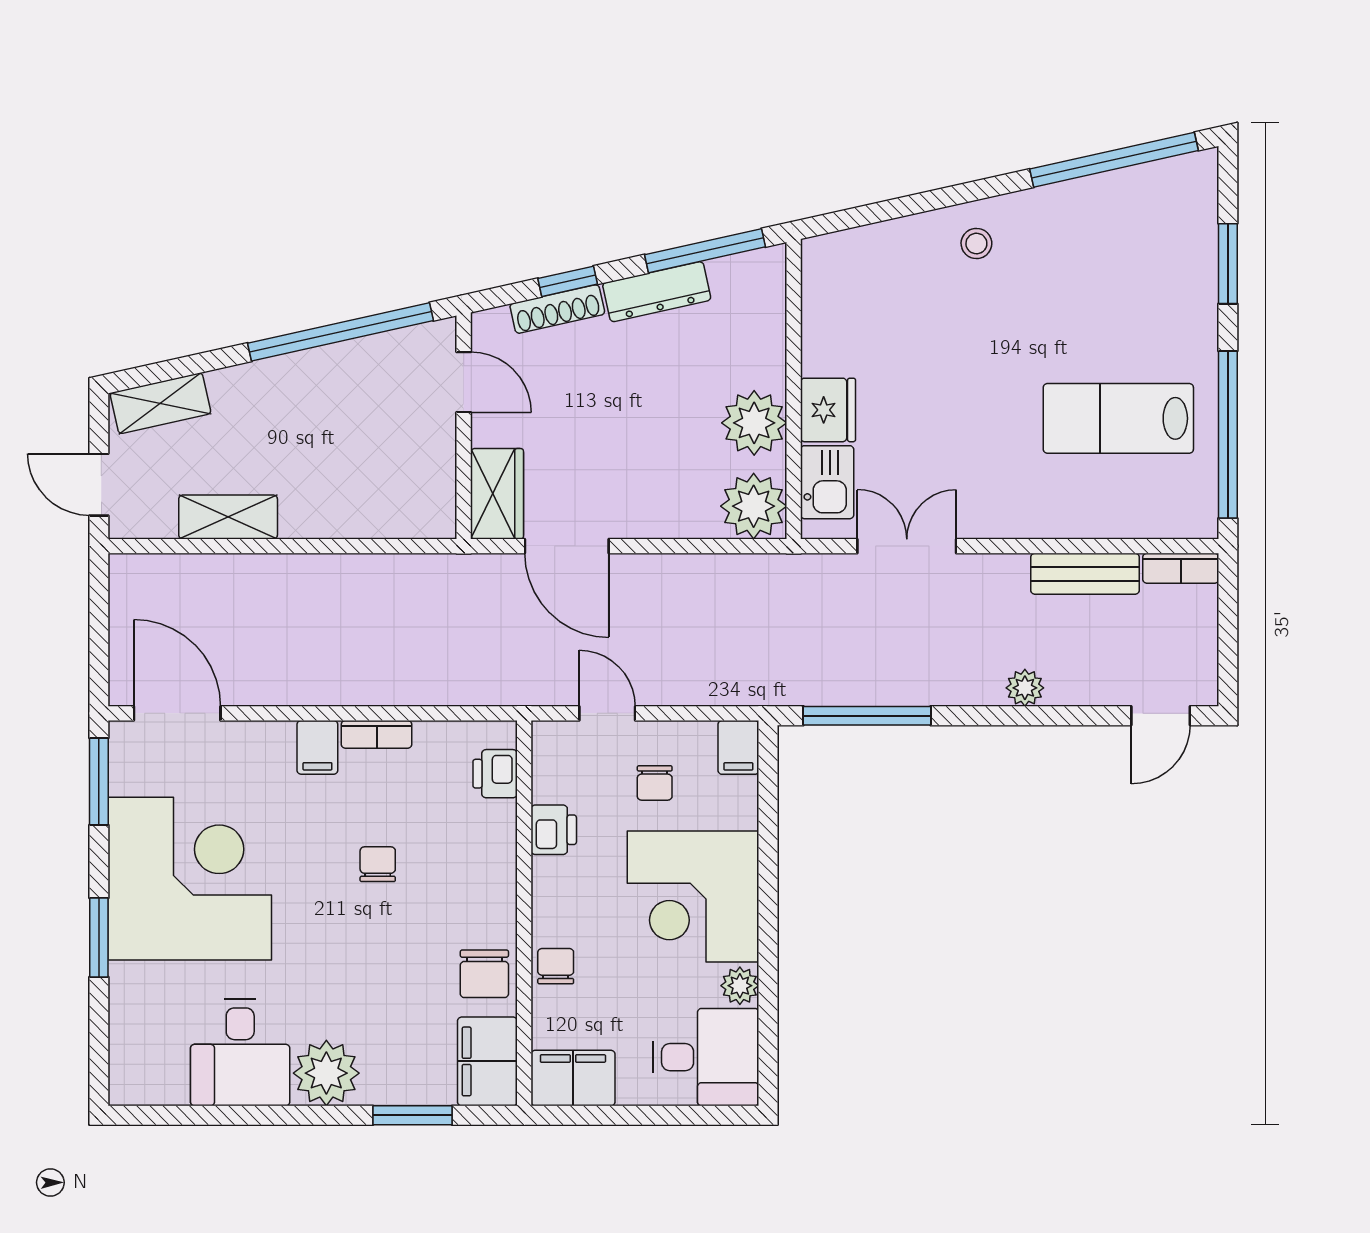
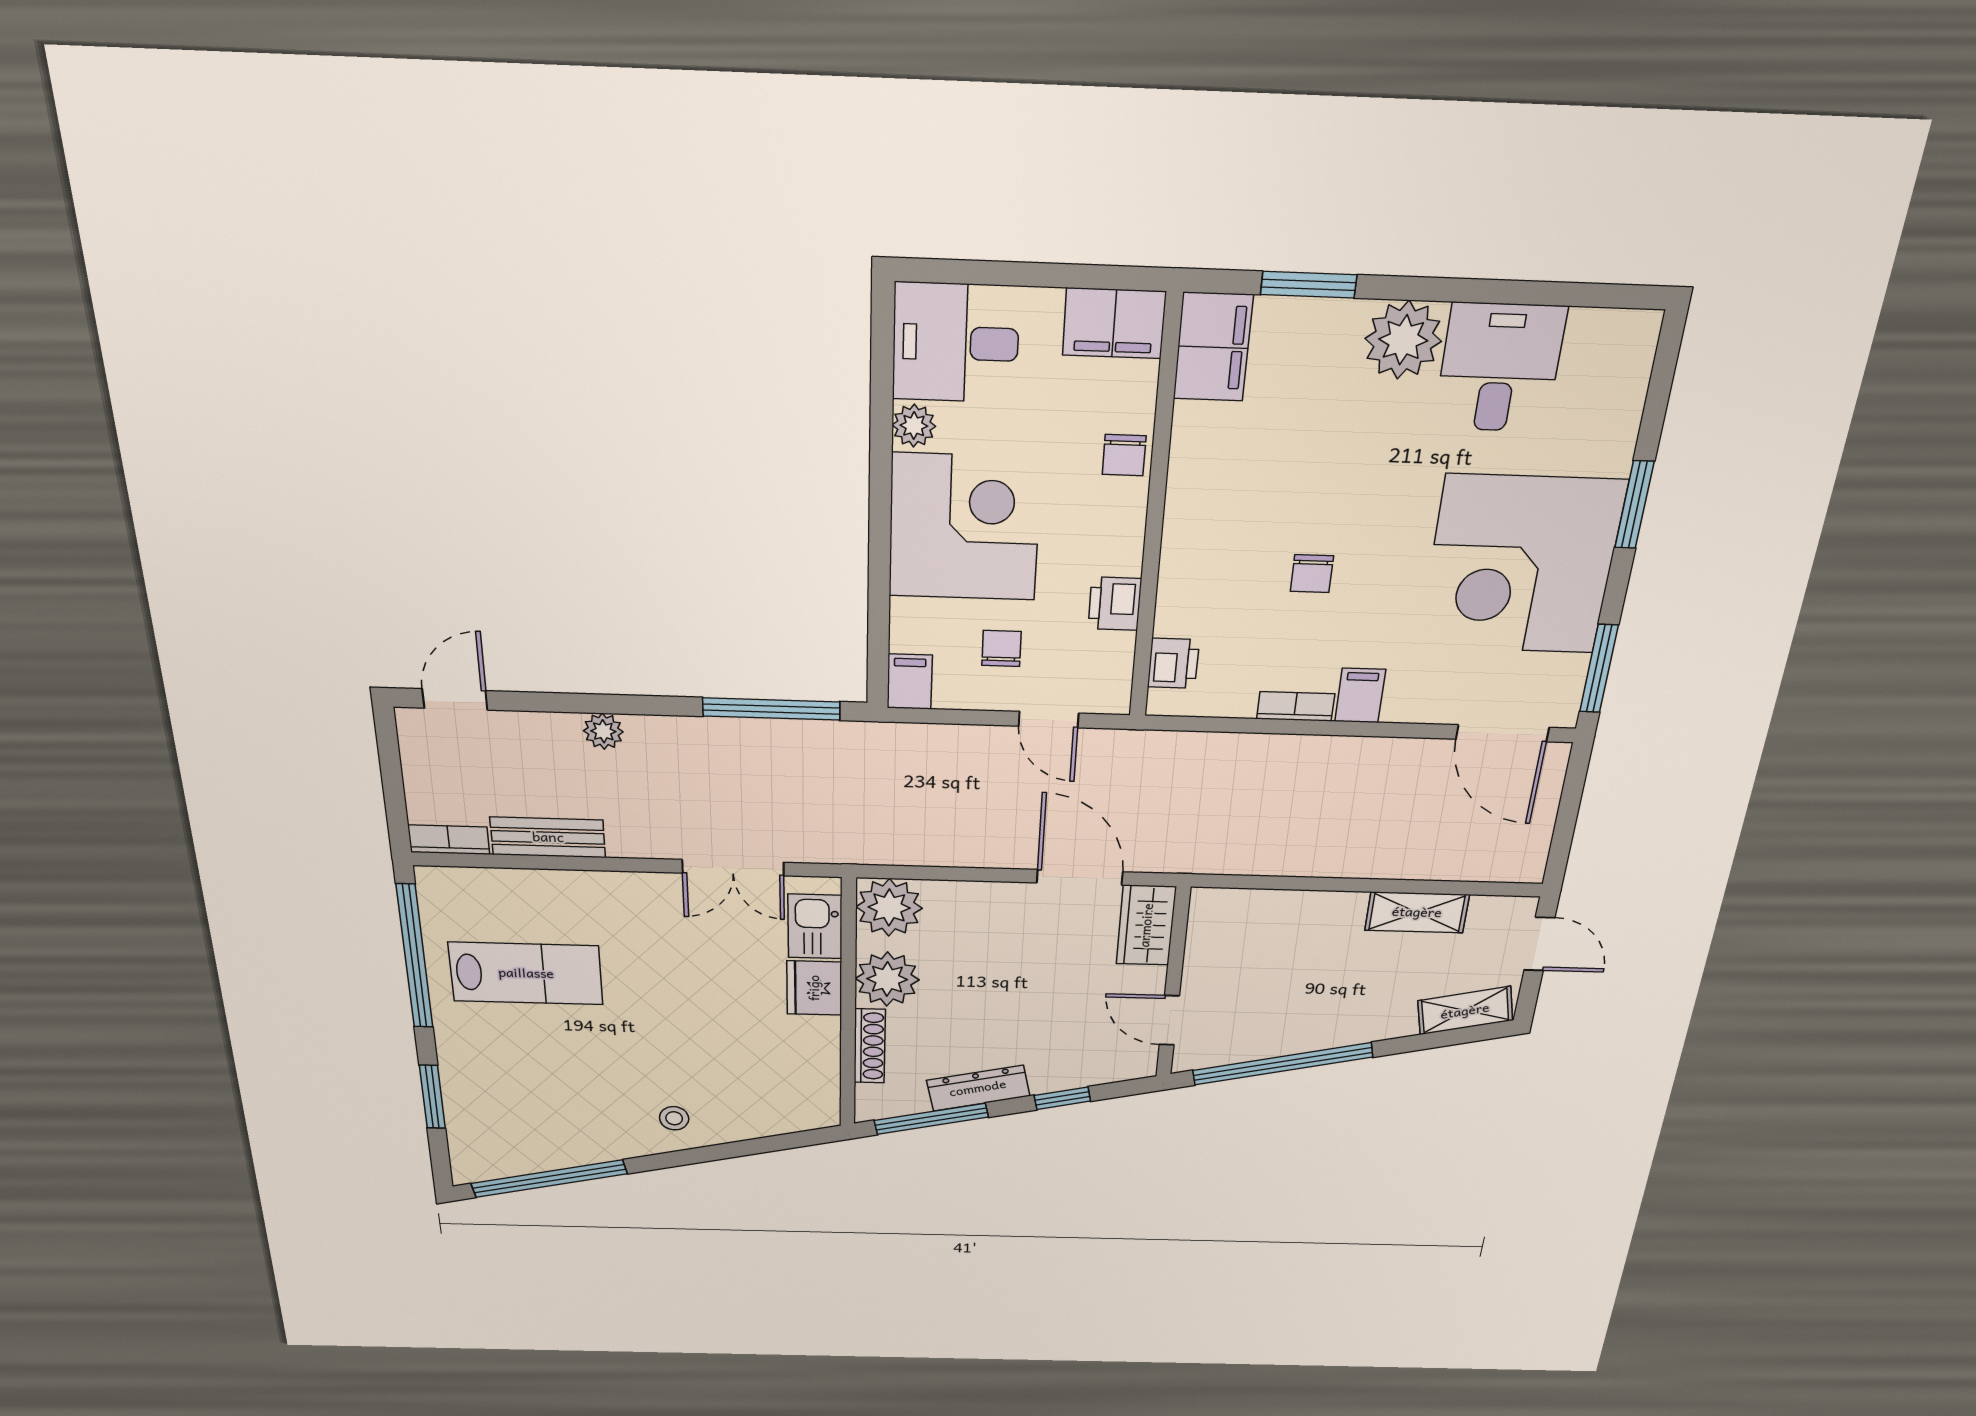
shoe rack: (557, 309) -> (870, 1046), moved, turned 103
chair: (484, 974) -> (1206, 449), removed

